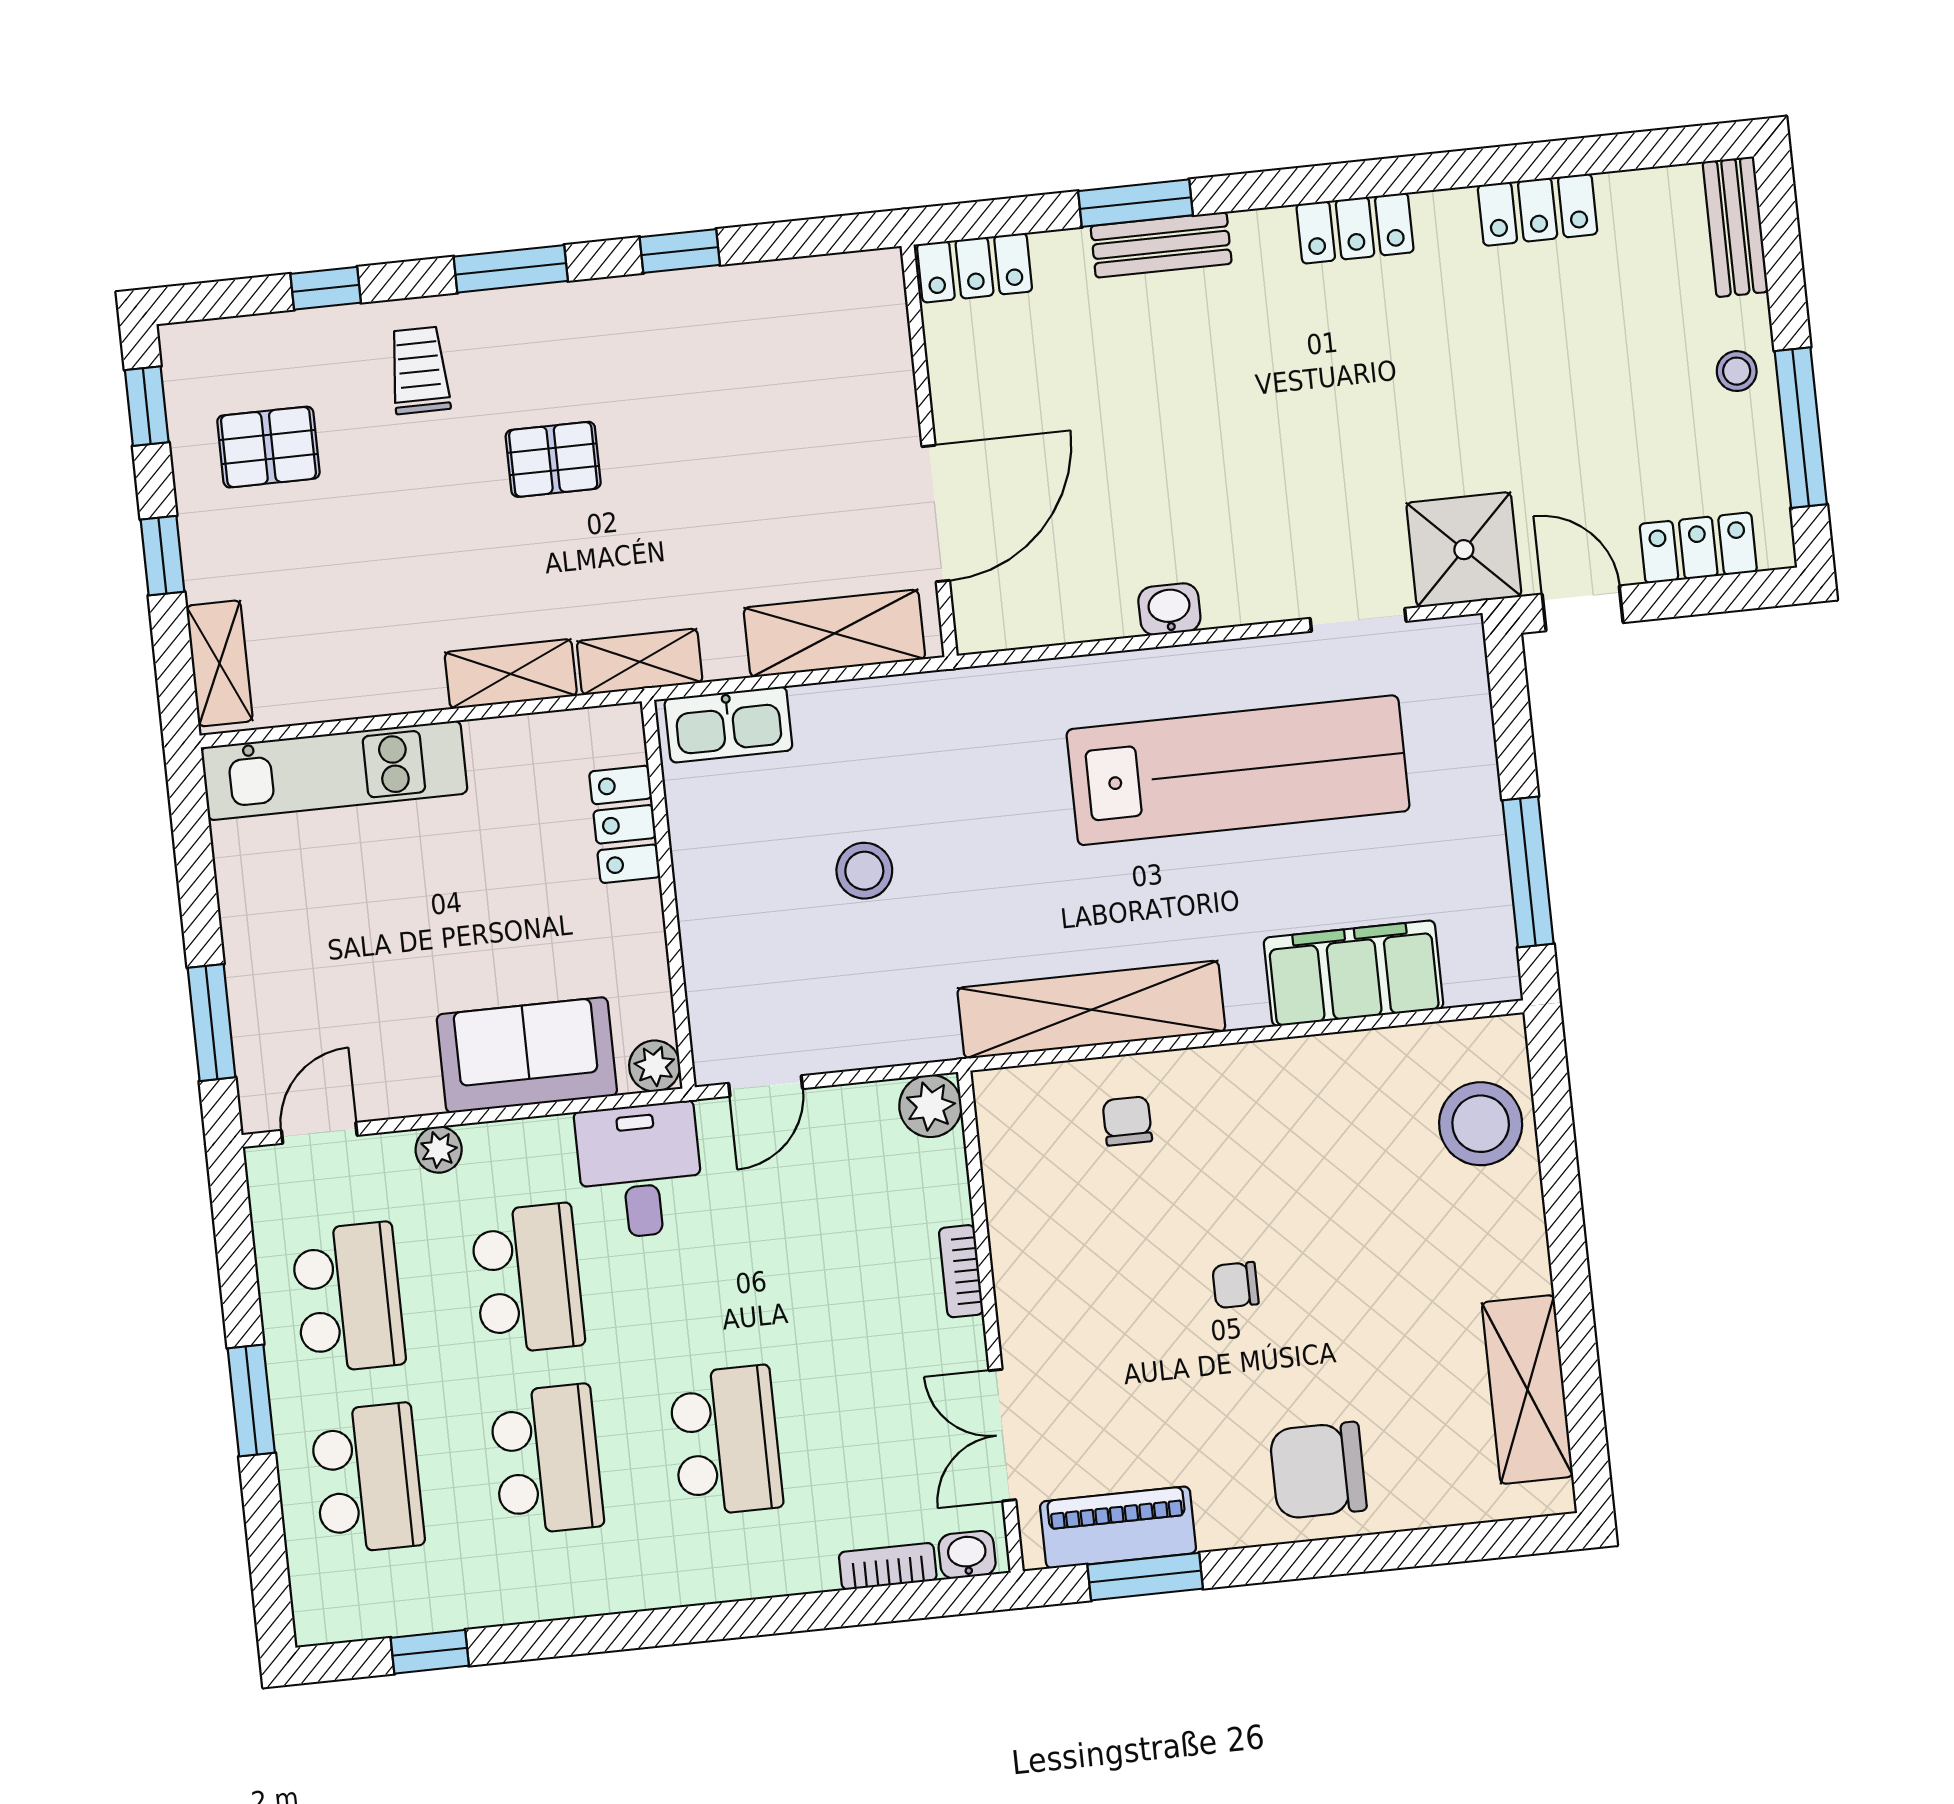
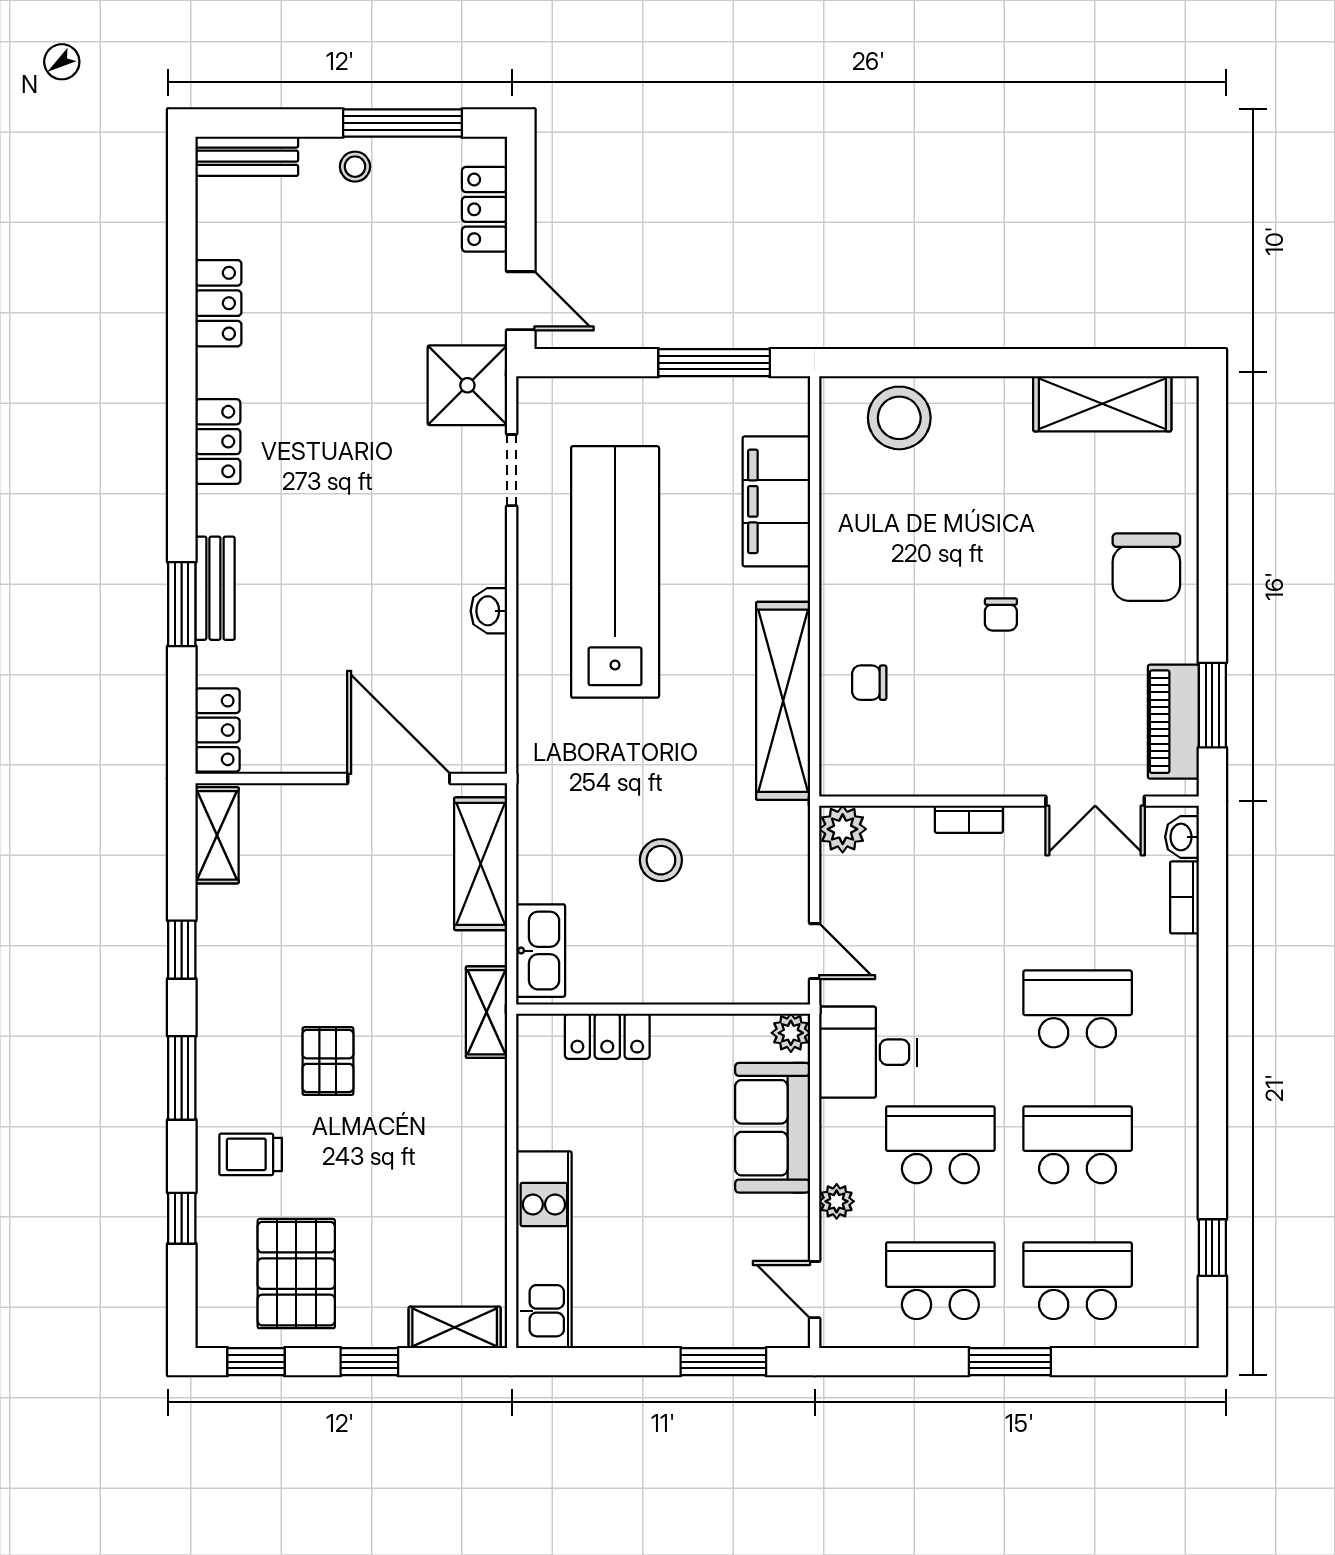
pallet: (268, 447) -> (296, 1274), width x1.50, depth x1.42
door: (1583, 608) -> (521, 301), swing flipped
shelving: (511, 674) -> (217, 835), moved

